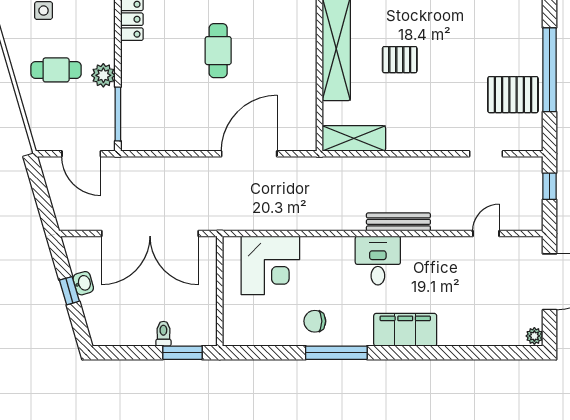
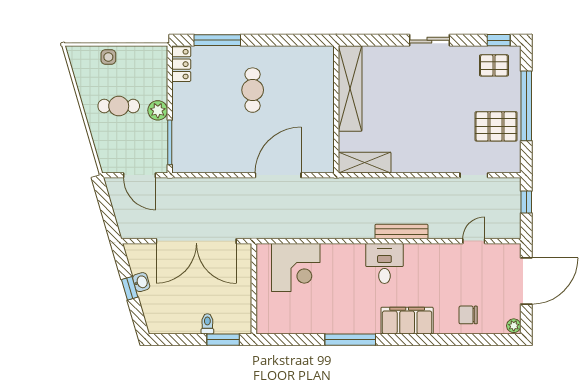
pallet: (400, 60) -> (494, 65), moved
chair: (315, 321) -> (468, 315), moved

